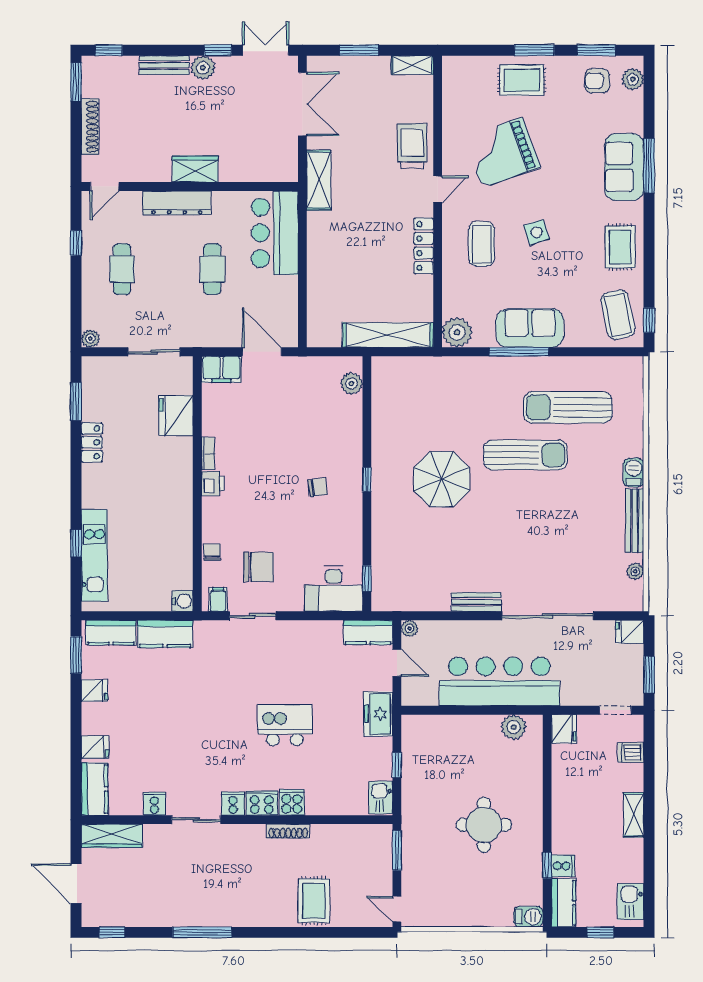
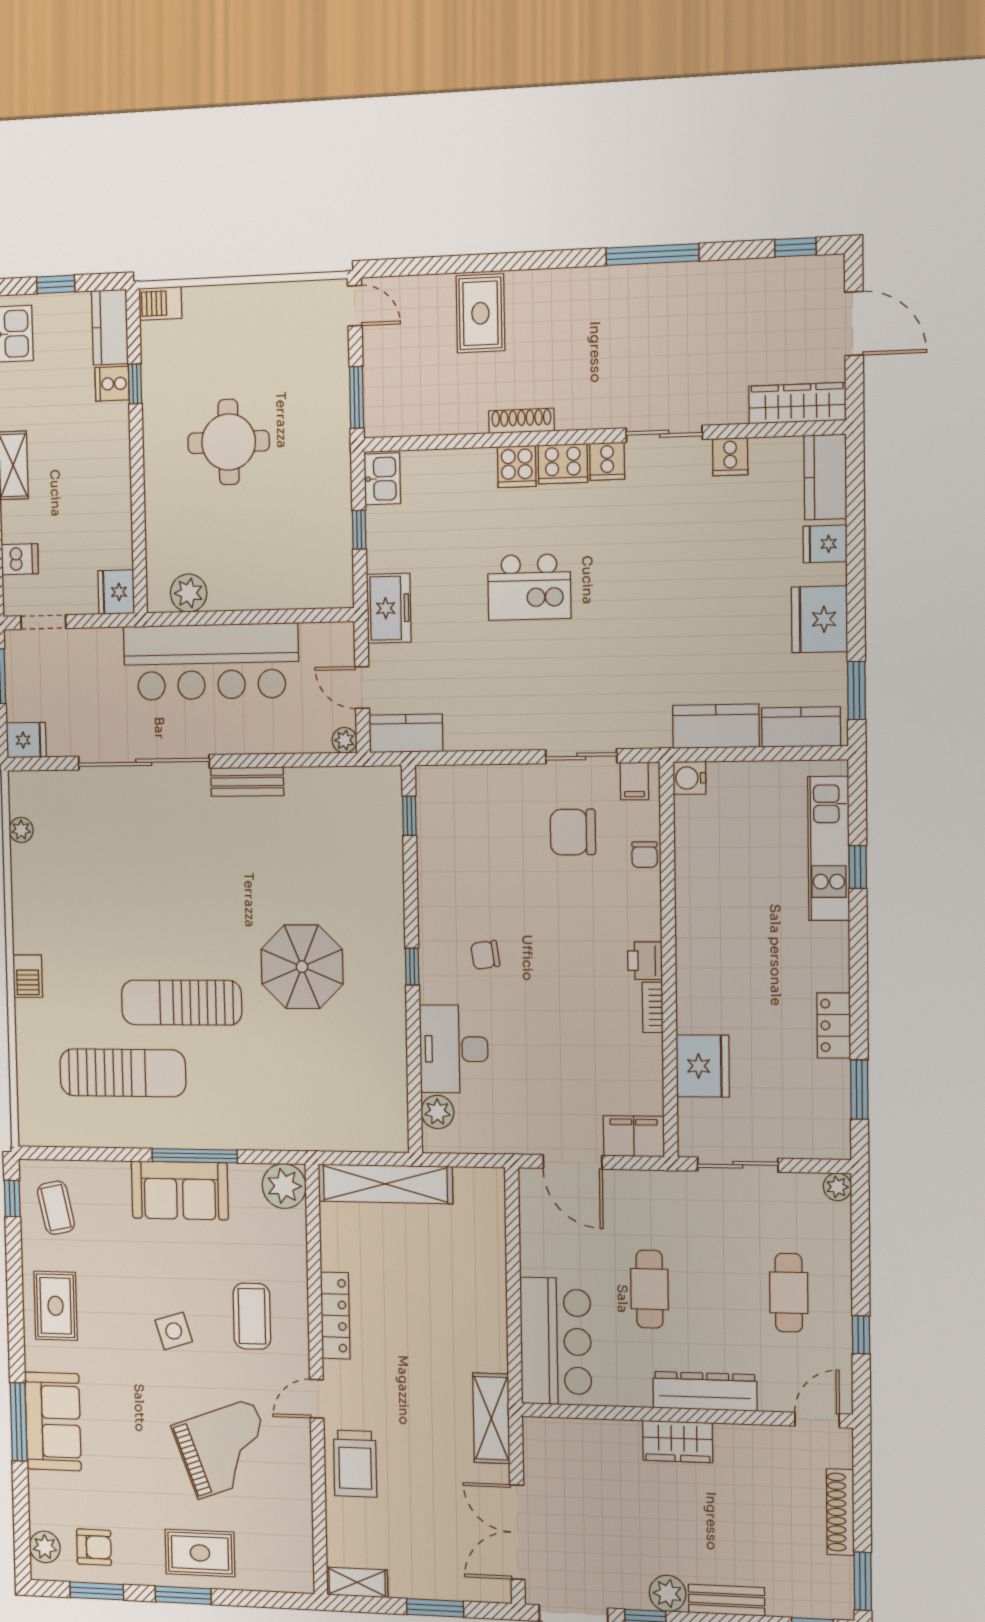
coffee table: (618, 315) -> (56, 1208), width x0.73, depth x0.77
bench: (635, 521) -> (24, 905), removed
desk: (334, 589) -> (454, 1049), moved, turned -90
fridge: (94, 690) -> (820, 619), width x1.88, depth x1.34

